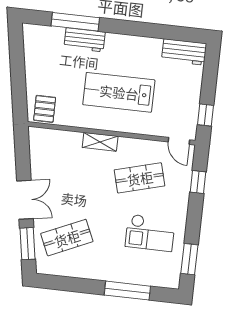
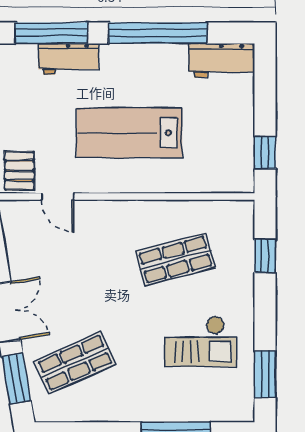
window: (145, 30) -> (158, 33), added
door: (179, 141) -> (58, 196), moved
shelving: (100, 142) -> (109, 211), removed

